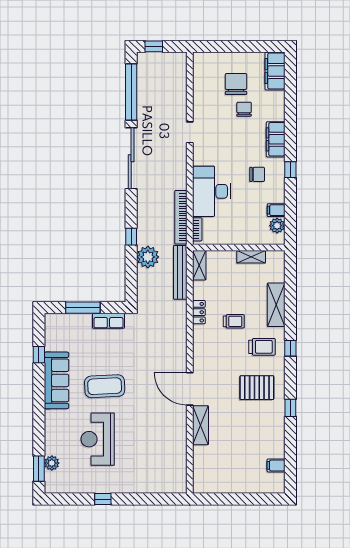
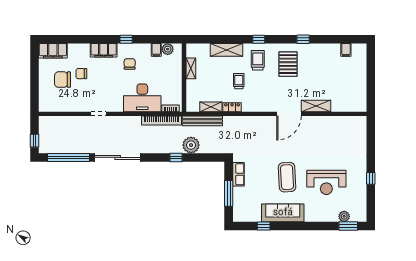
shelving: (199, 265) -> (211, 107), moved

